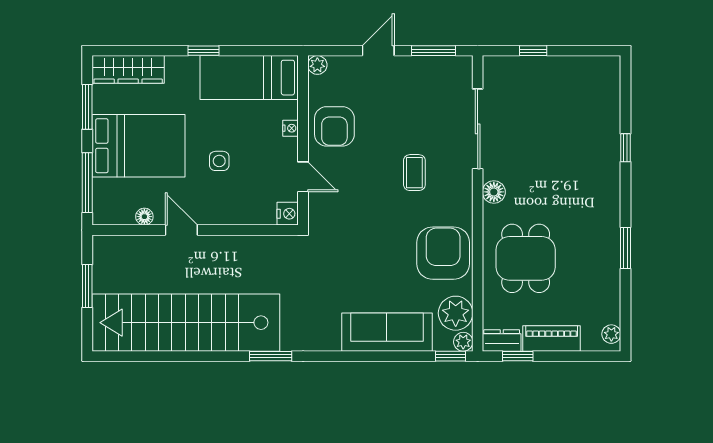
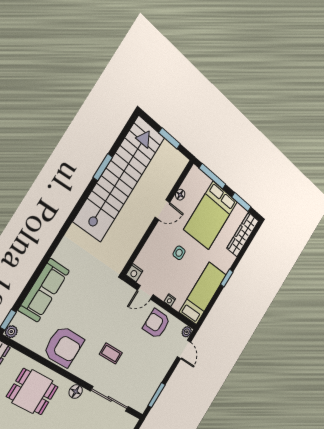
door: (378, 51) -> (184, 349), moved
plant: (456, 313) -> (29, 336), removed
window: (271, 356) -> (103, 167), moved

